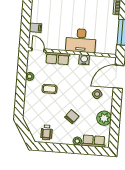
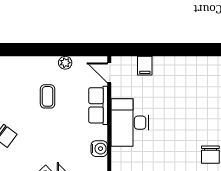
desk: (81, 40) -> (130, 123), moved
door: (38, 50) -> (109, 73), swing flipped

